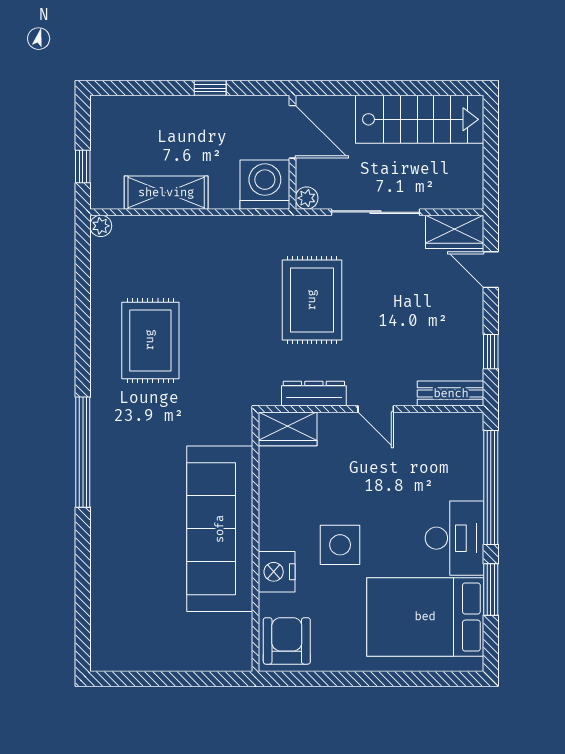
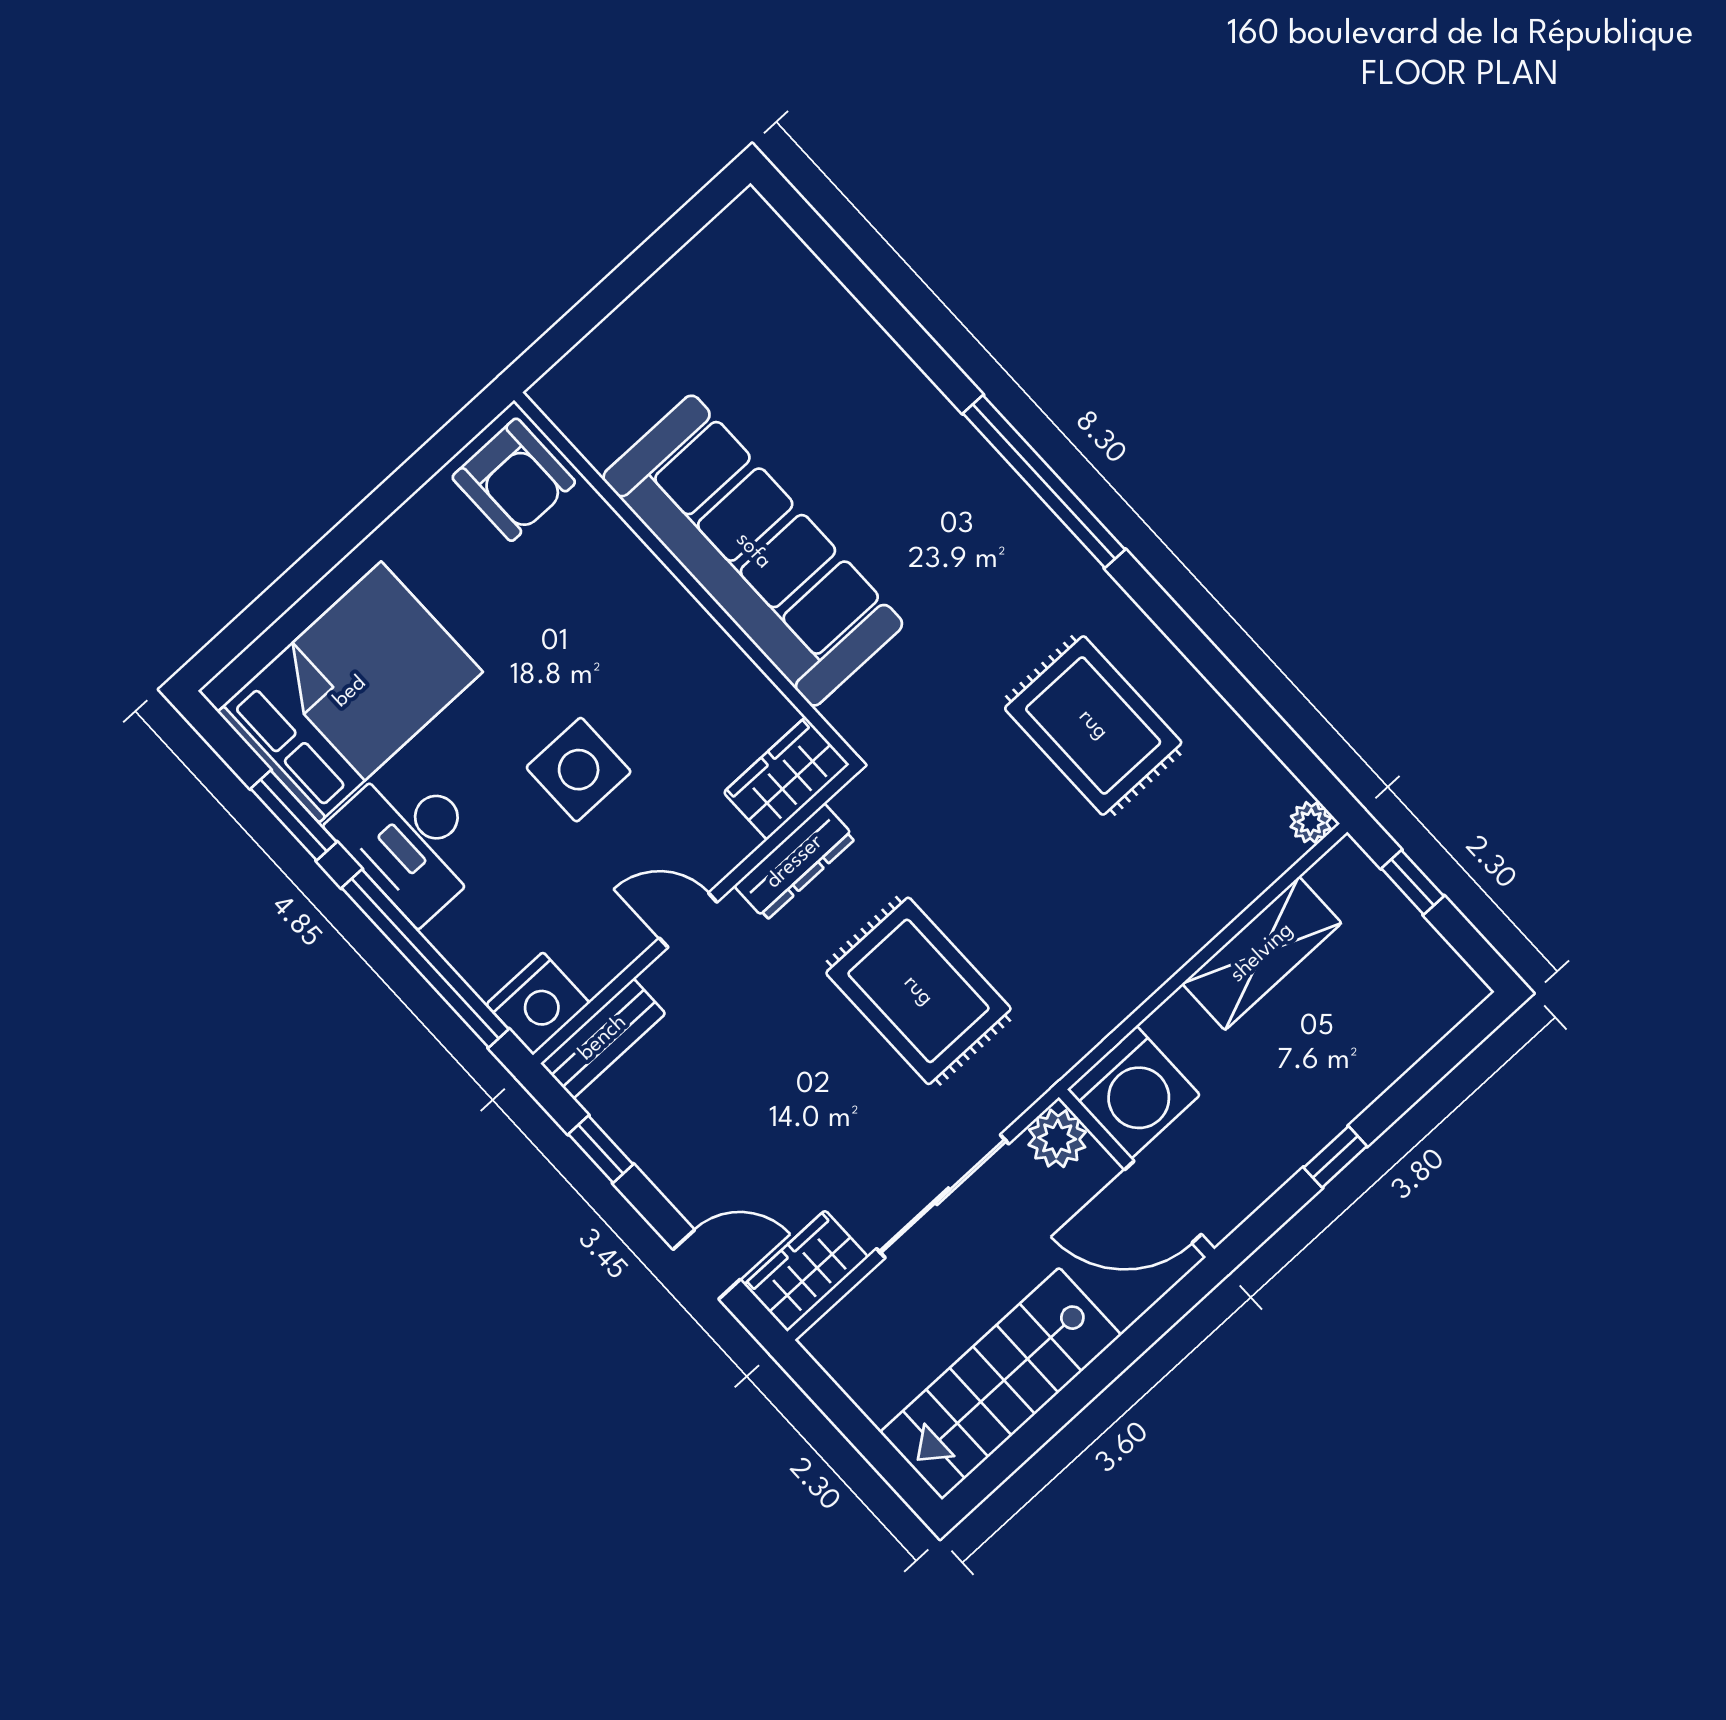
plant: (307, 198) -> (1057, 1138), width x1.38, depth x1.38
side table: (340, 545) -> (579, 770), moved
nightstand: (277, 572) -> (538, 1004), moved, turned 90

